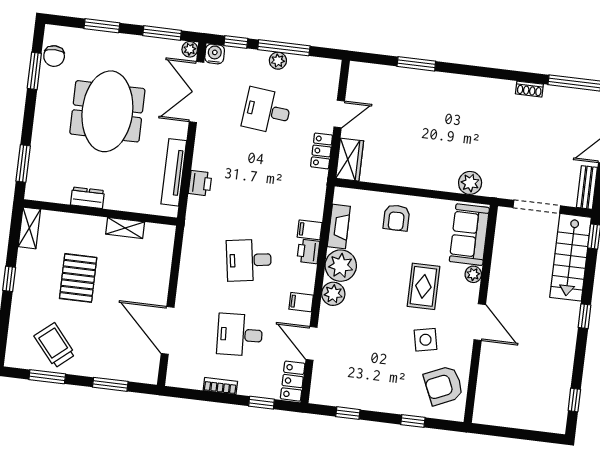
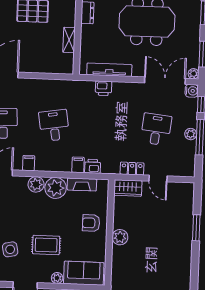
plant: (470, 183) -> (120, 237), moved
printer: (308, 251) -> (93, 166), moved

